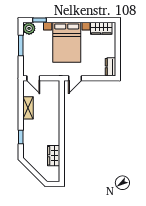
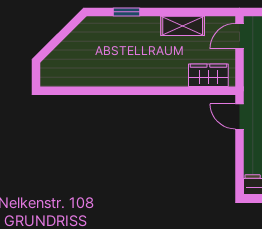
wardrobe: (54, 156) -> (208, 75), moved

